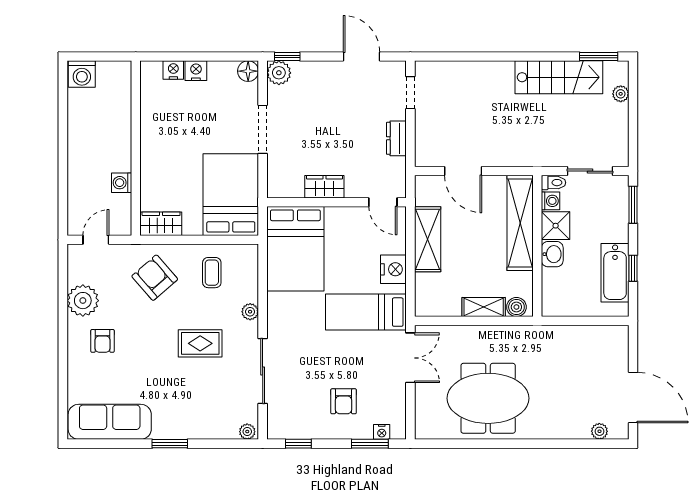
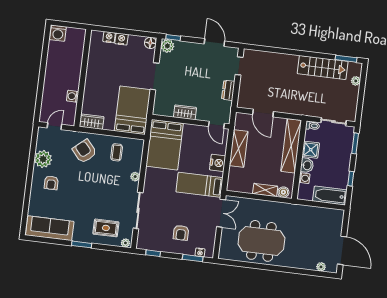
washing machine: (551, 201) -> (304, 178), moved
bathtub: (615, 273) -> (330, 196), moved, turned 90
rug: (200, 343) -> (106, 228), moved

